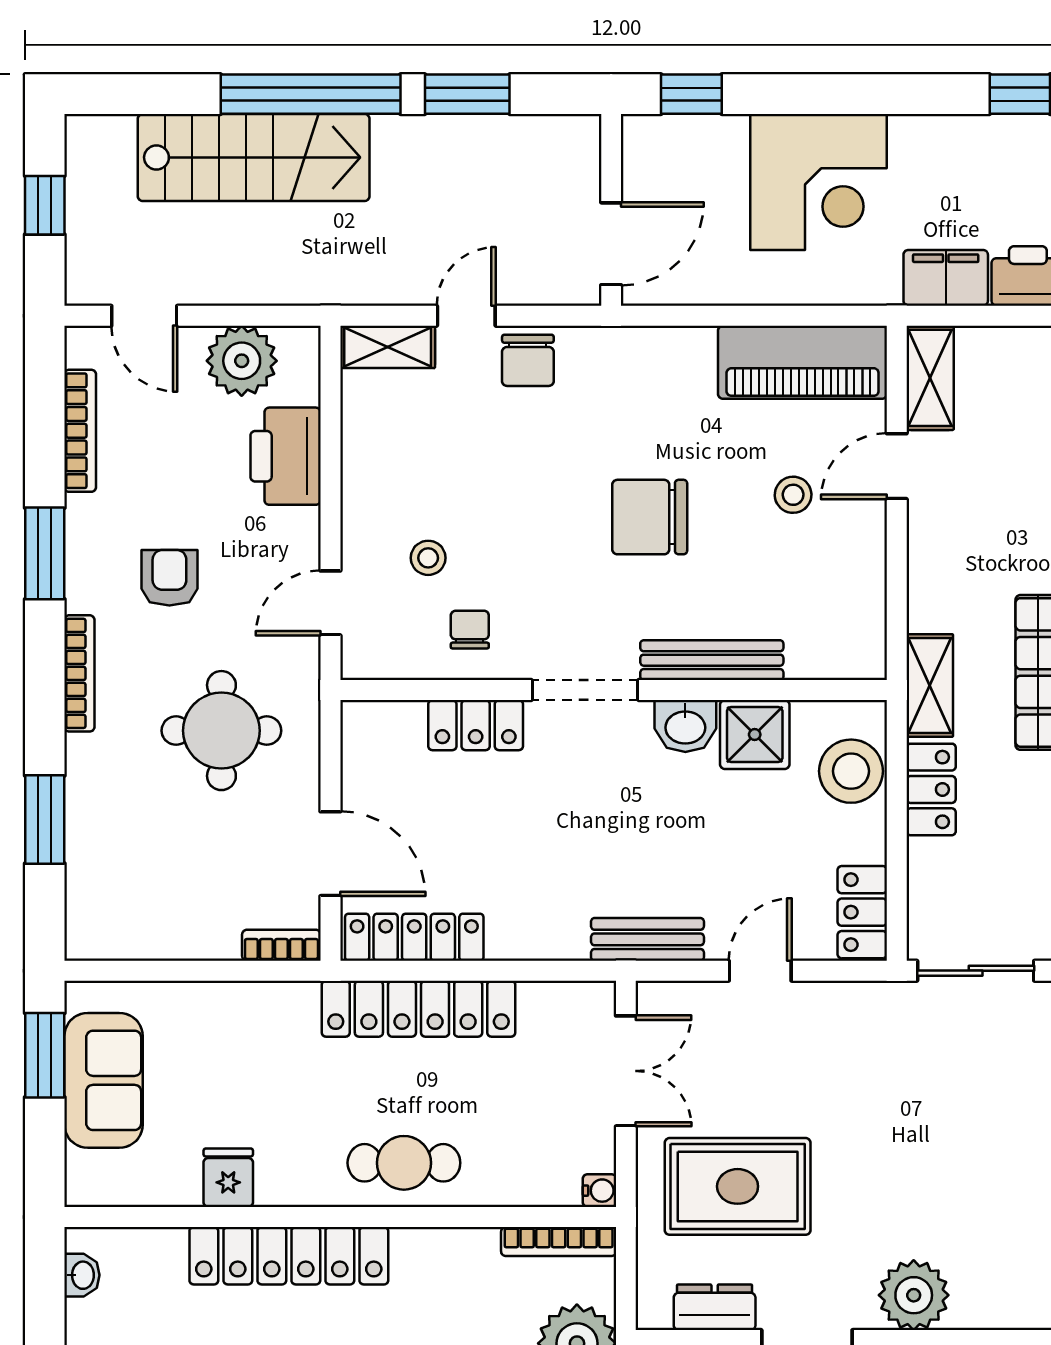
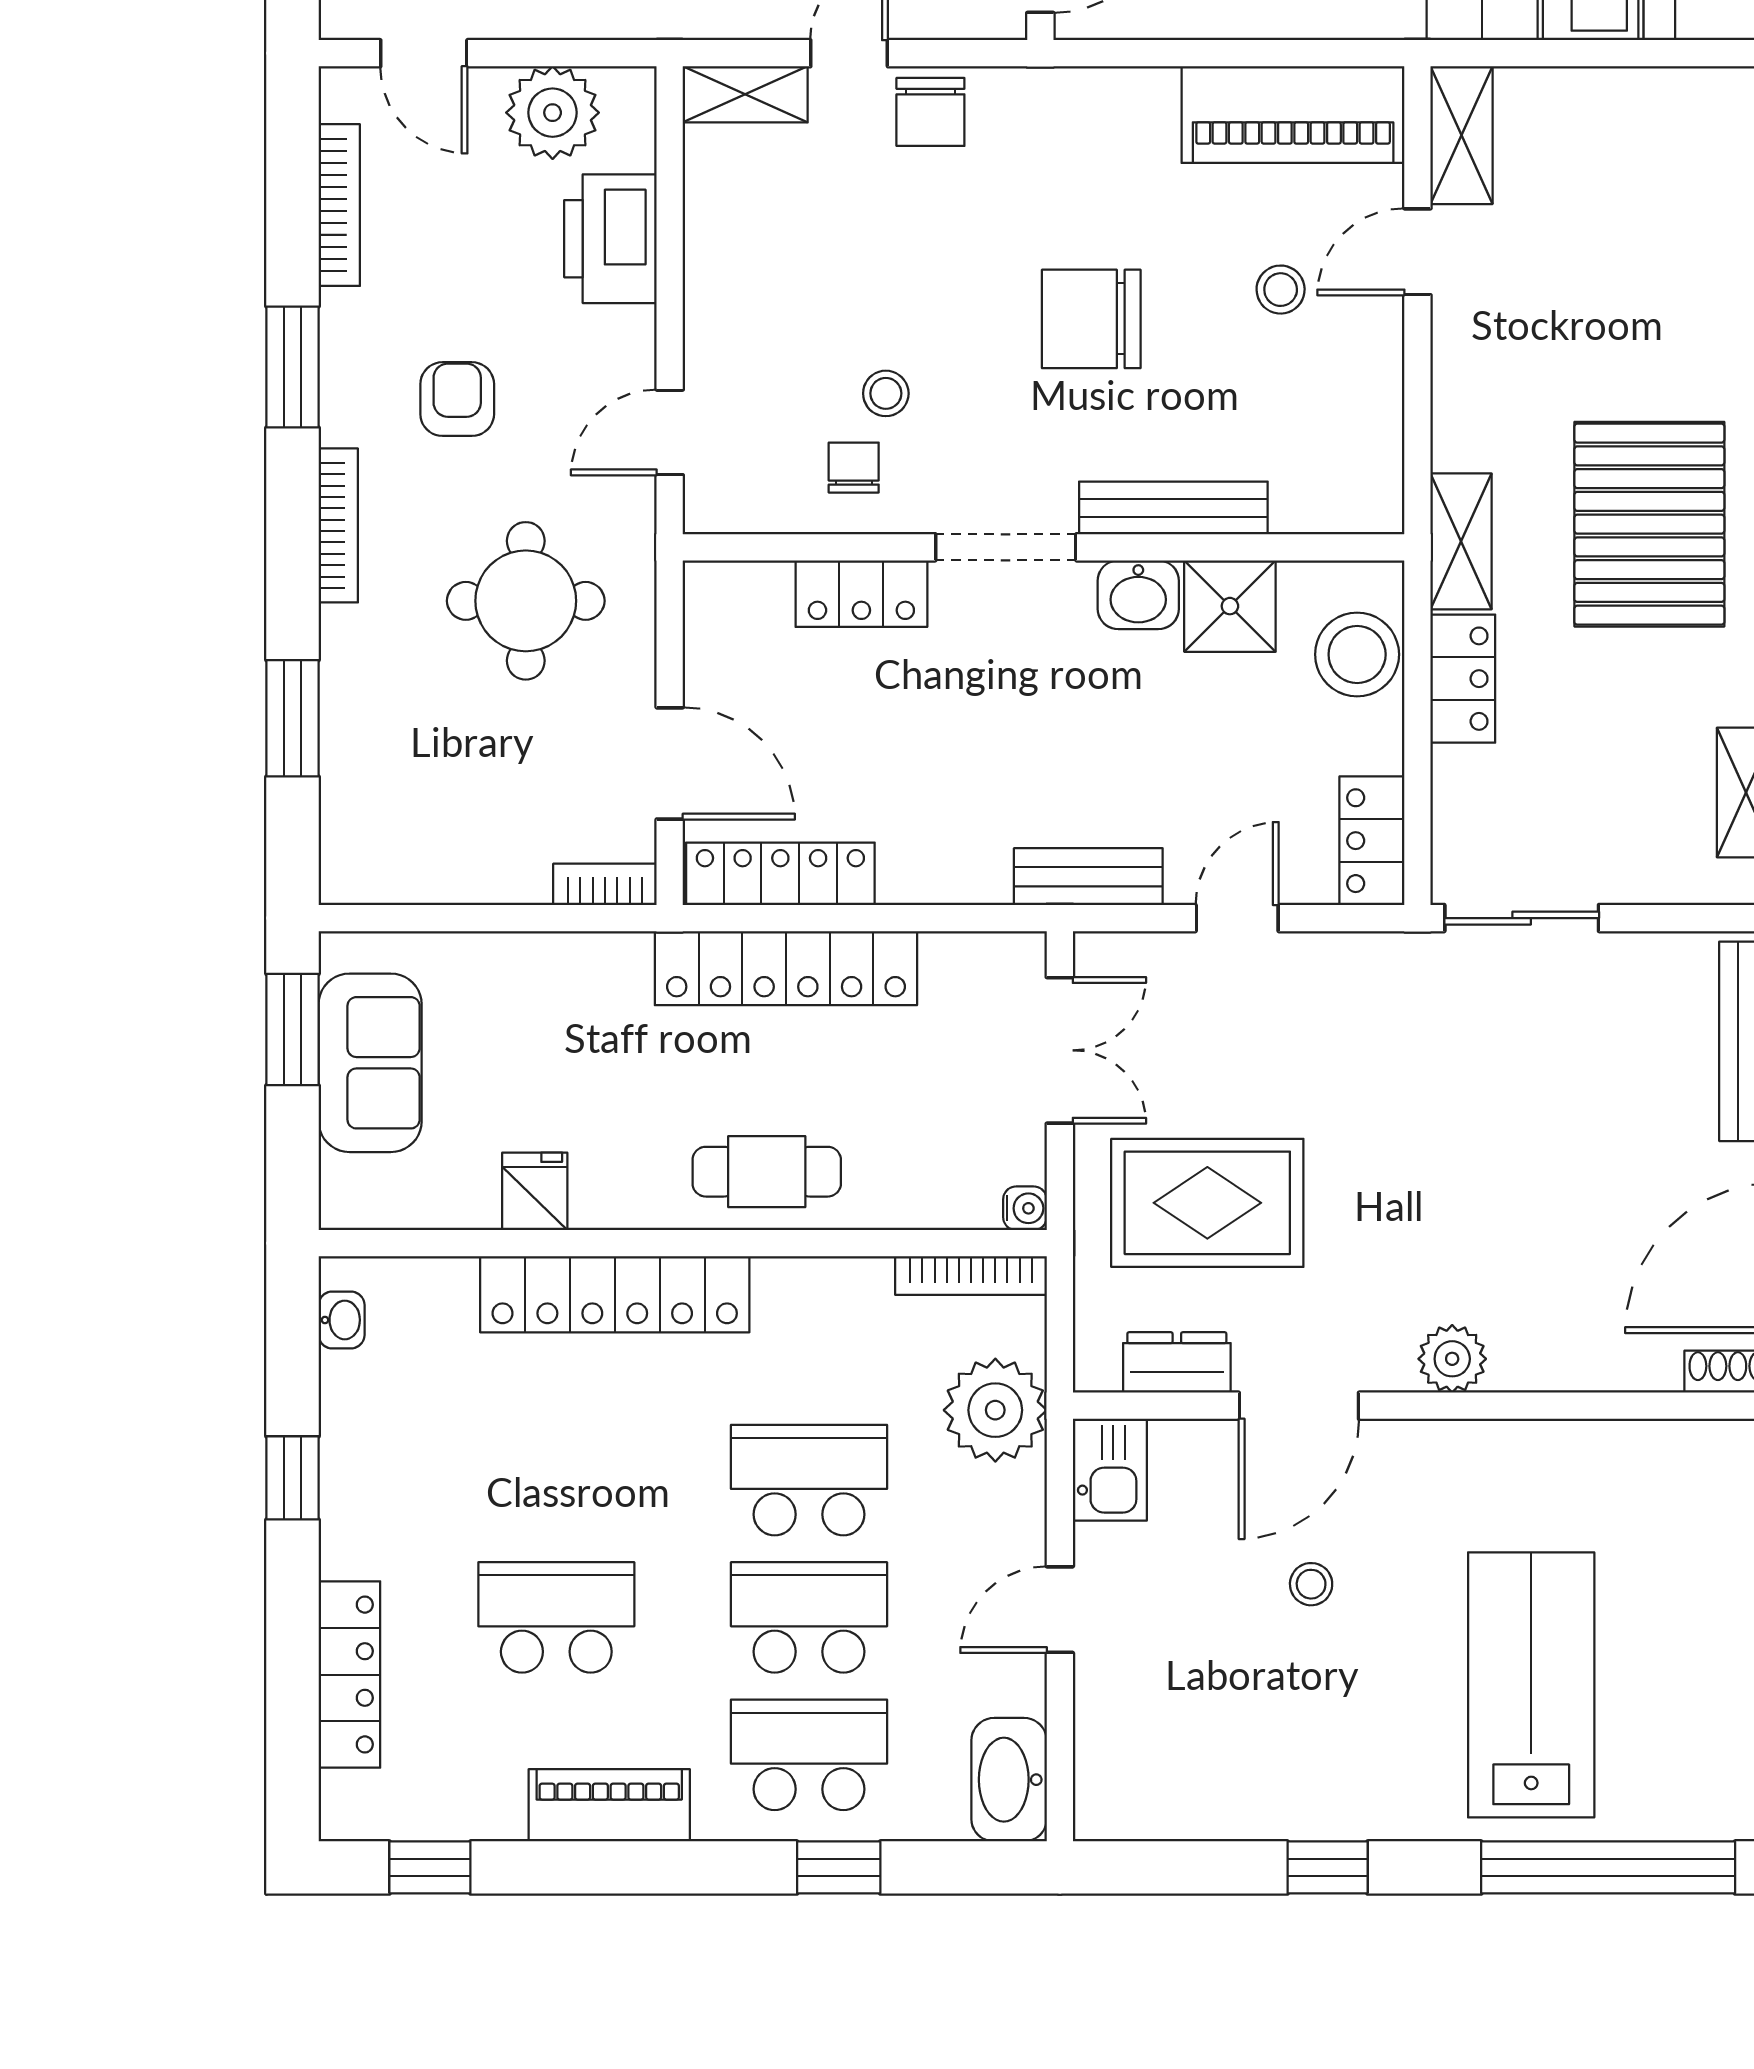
stool: (428, 558) -> (886, 393), moved
plant: (914, 1295) -> (1452, 1359), width x0.73, depth x0.73

